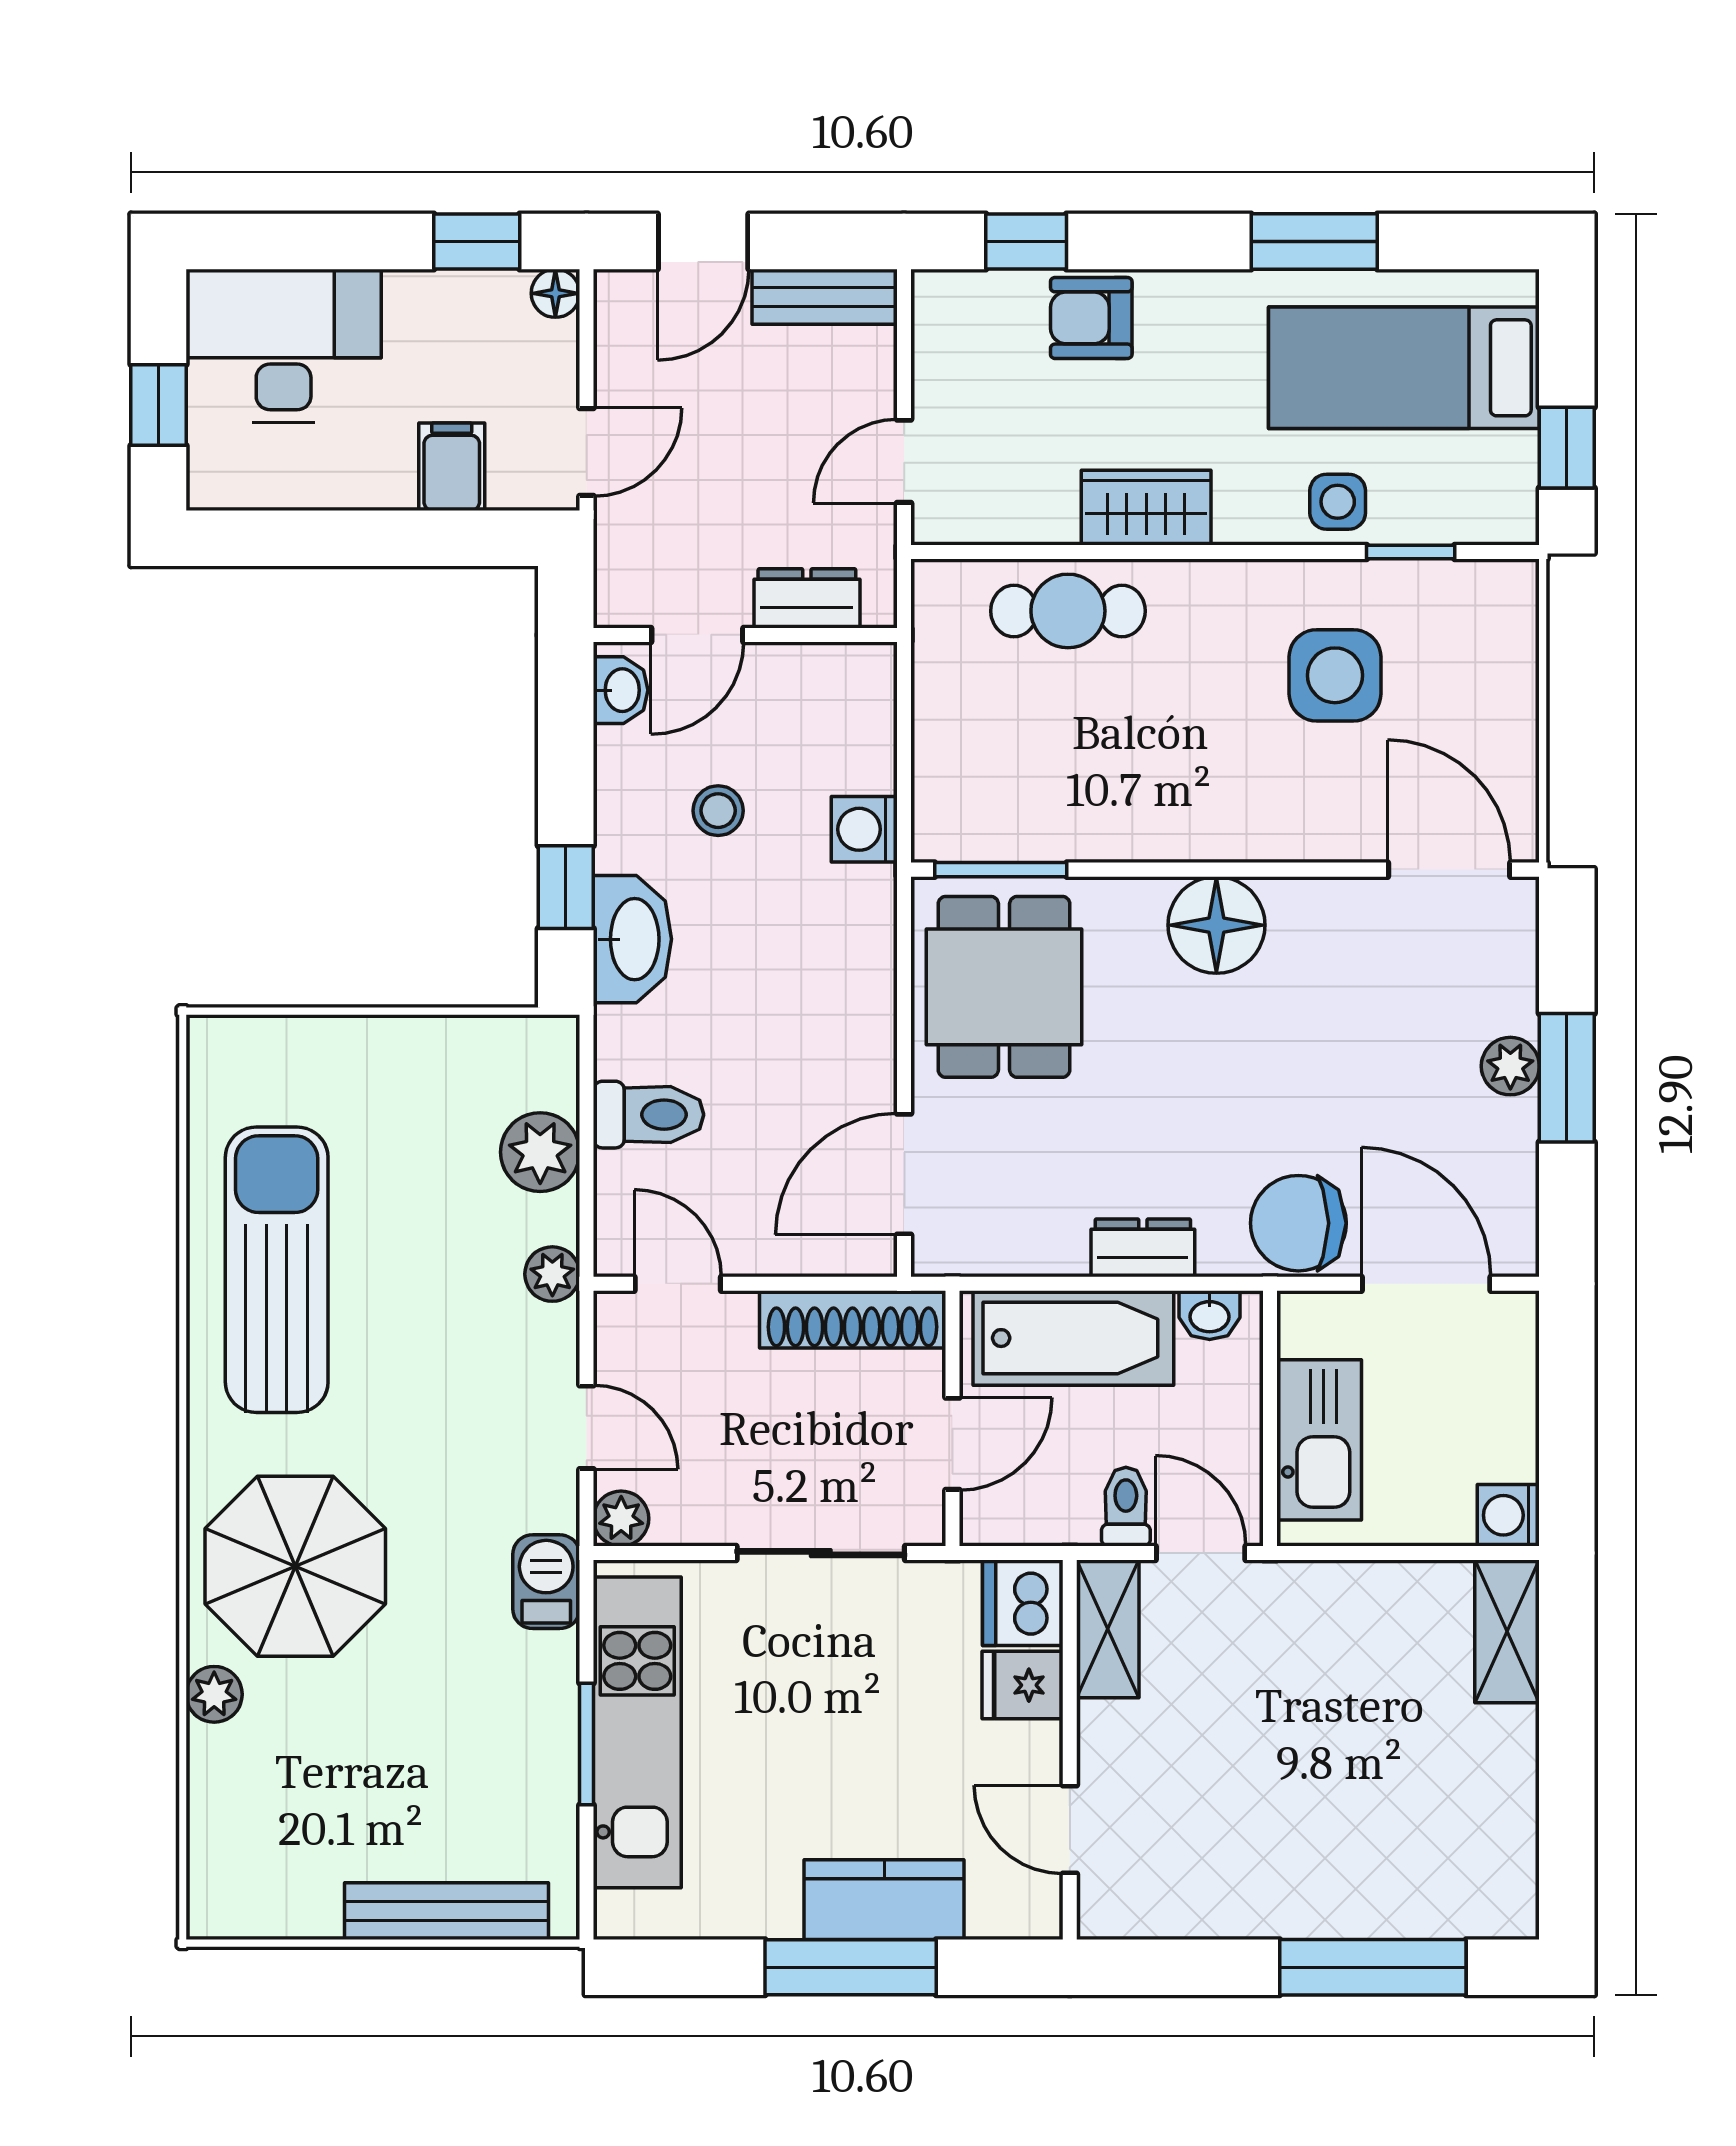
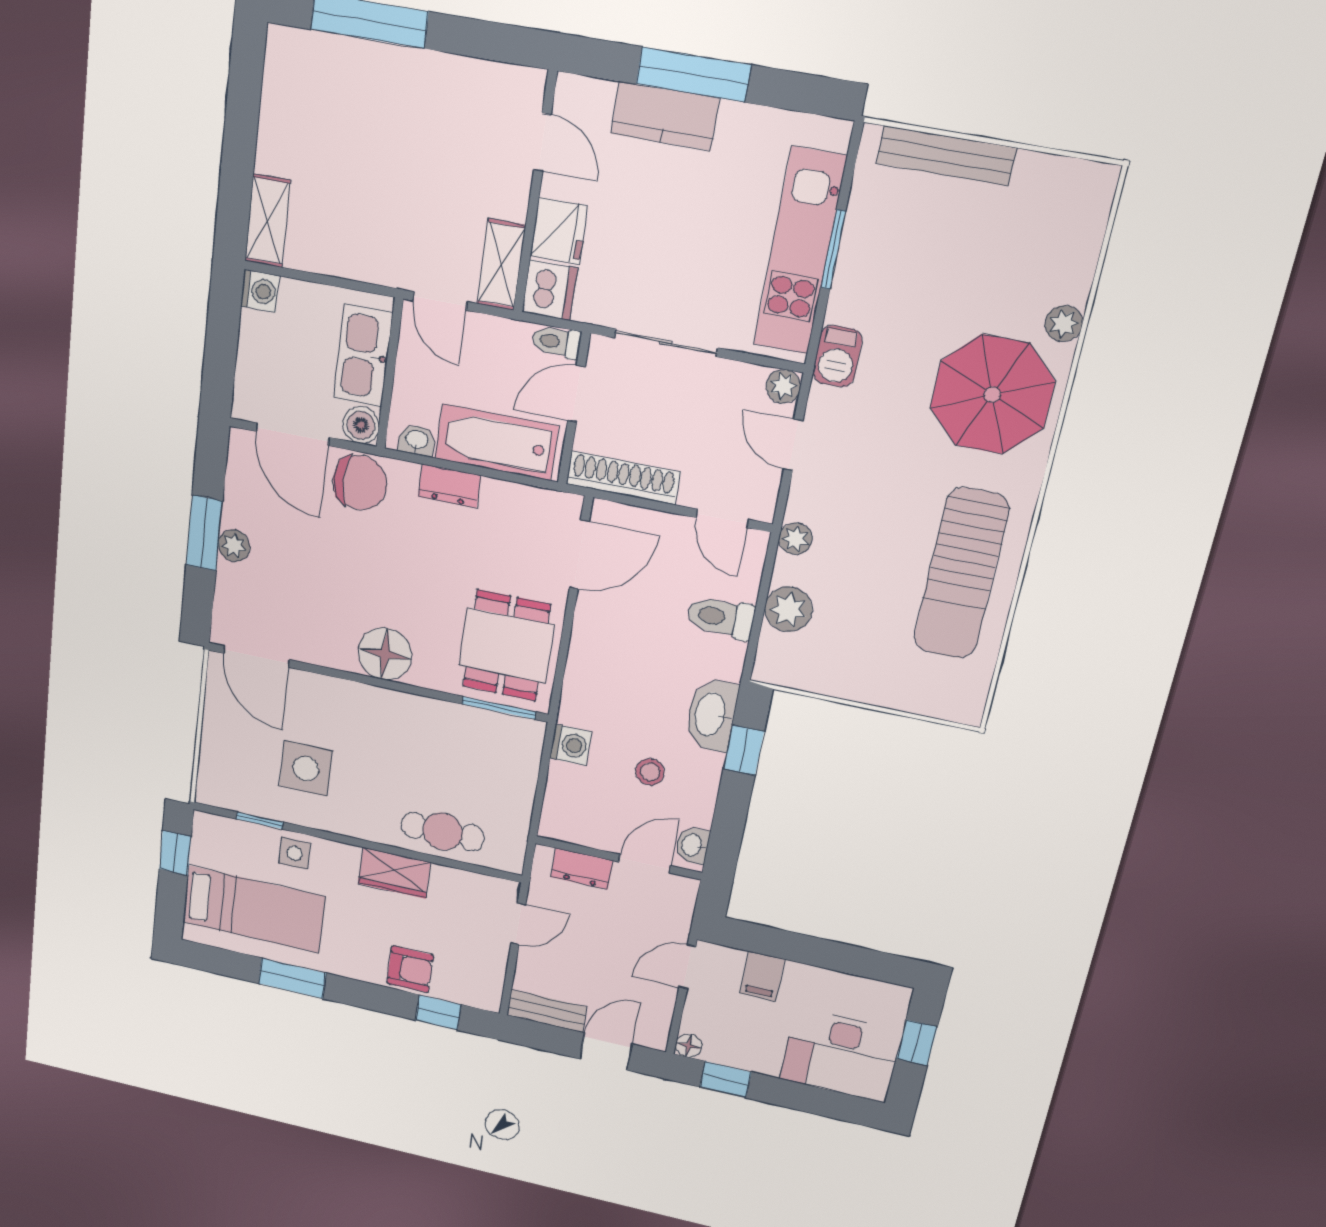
boiler: (1309, 1322) -> (361, 425), added
toilet: (1126, 1507) -> (556, 342), moved, turned 90
fridge: (1022, 1685) -> (559, 231), width x1.38

